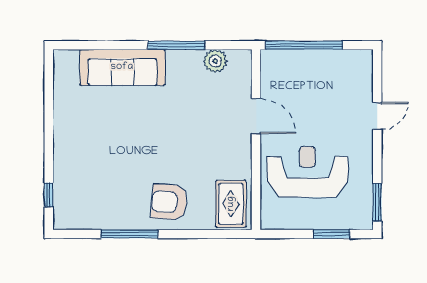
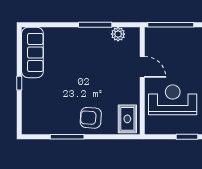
sofa: (122, 67) -> (32, 53), moved, turned -90
window: (49, 195) -> (19, 83), moved

